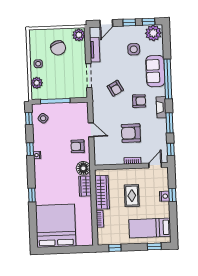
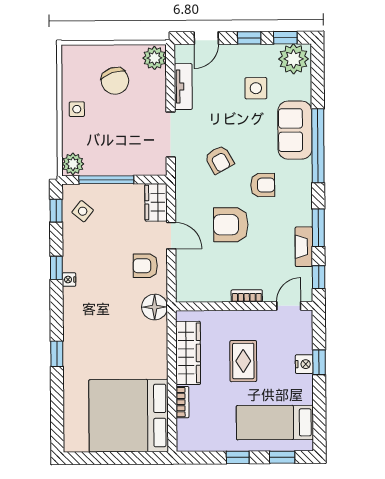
plant: (37, 83) -> (73, 164), moved
fireplace: (161, 107) -> (304, 247), moved
armchair: (131, 133) -> (231, 225), moved
wardrobe: (85, 186) -> (156, 202), moved
bed: (56, 226) -> (129, 416), moved, turned -90
window: (115, 248) -> (238, 457), moved

